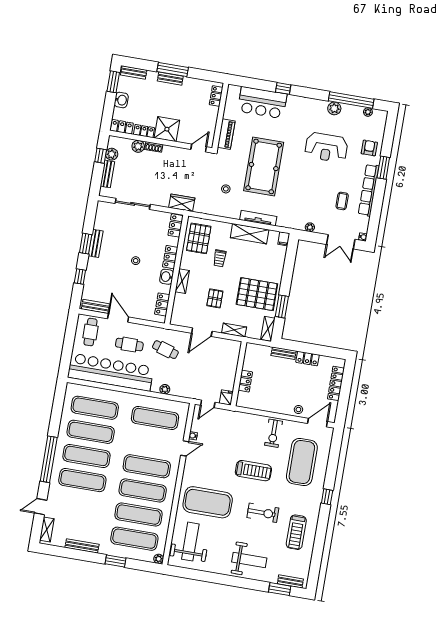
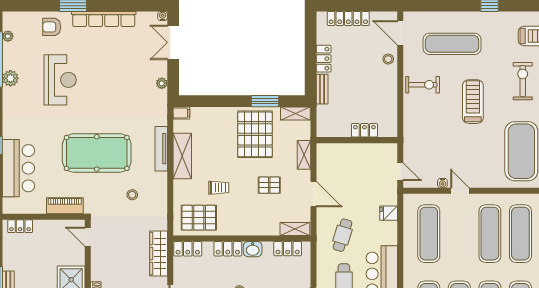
coffee table: (342, 201) -> (123, 49), removed
wardrobe: (182, 203) -> (159, 253), width x1.50
double door: (341, 242) -> (173, 42), swing flipped
shelving: (182, 281) -> (295, 229), moved
plant: (165, 389) -> (391, 228), removed
fridge: (226, 398) -> (389, 213), moved
exercise mat: (302, 462) -> (452, 44), width x0.68

